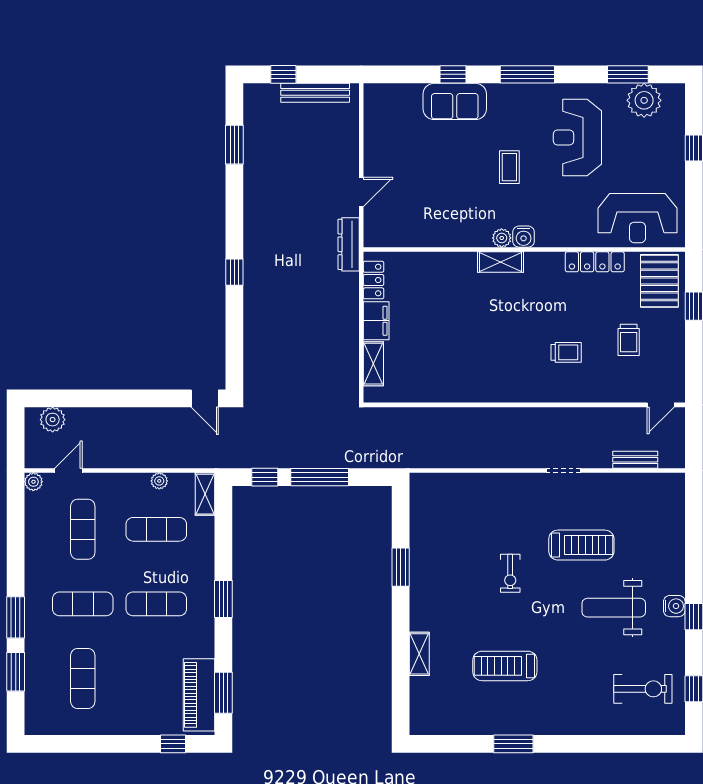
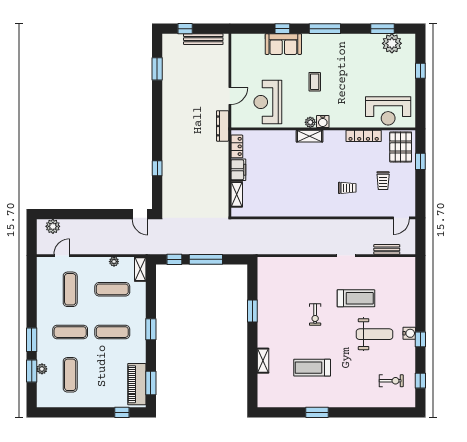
reception desk: (577, 137) -> (268, 102), moved
window: (234, 272) -> (157, 168), moved
plant: (33, 482) -> (42, 369), moved
weight bench: (614, 608) -> (374, 334), turned 180
exercise bike: (643, 689) -> (391, 381), width x0.73, depth x0.72

